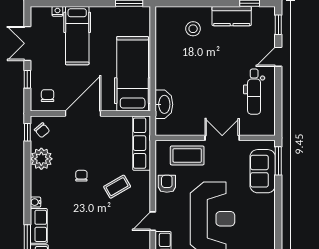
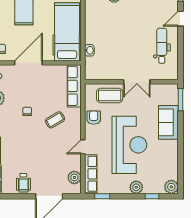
dental chair: (254, 92) -> (162, 46), turned 180
washbasin: (164, 104) -> (89, 50), width x0.52, depth x0.69
double door: (222, 138) -> (137, 82), swing flipped
sofa: (263, 171) -> (168, 122), moved

